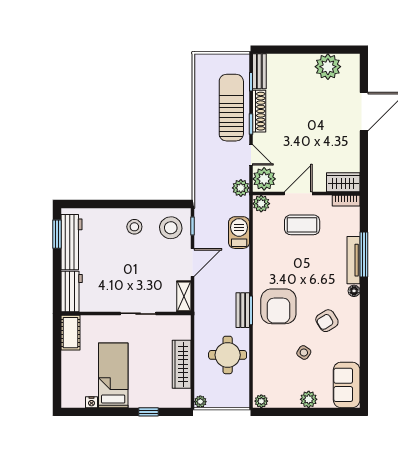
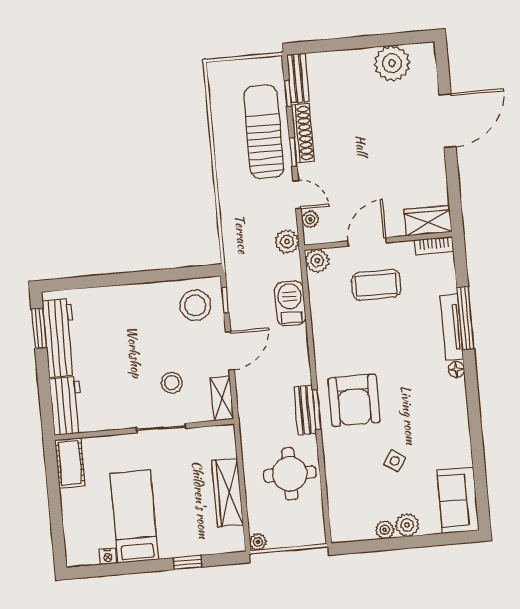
plant: (264, 179) -> (310, 219), width x0.53, depth x0.53
stool: (134, 227) -> (172, 383), moved
armchair: (327, 321) -> (423, 414), removed
plant: (261, 401) -> (385, 530), moved

